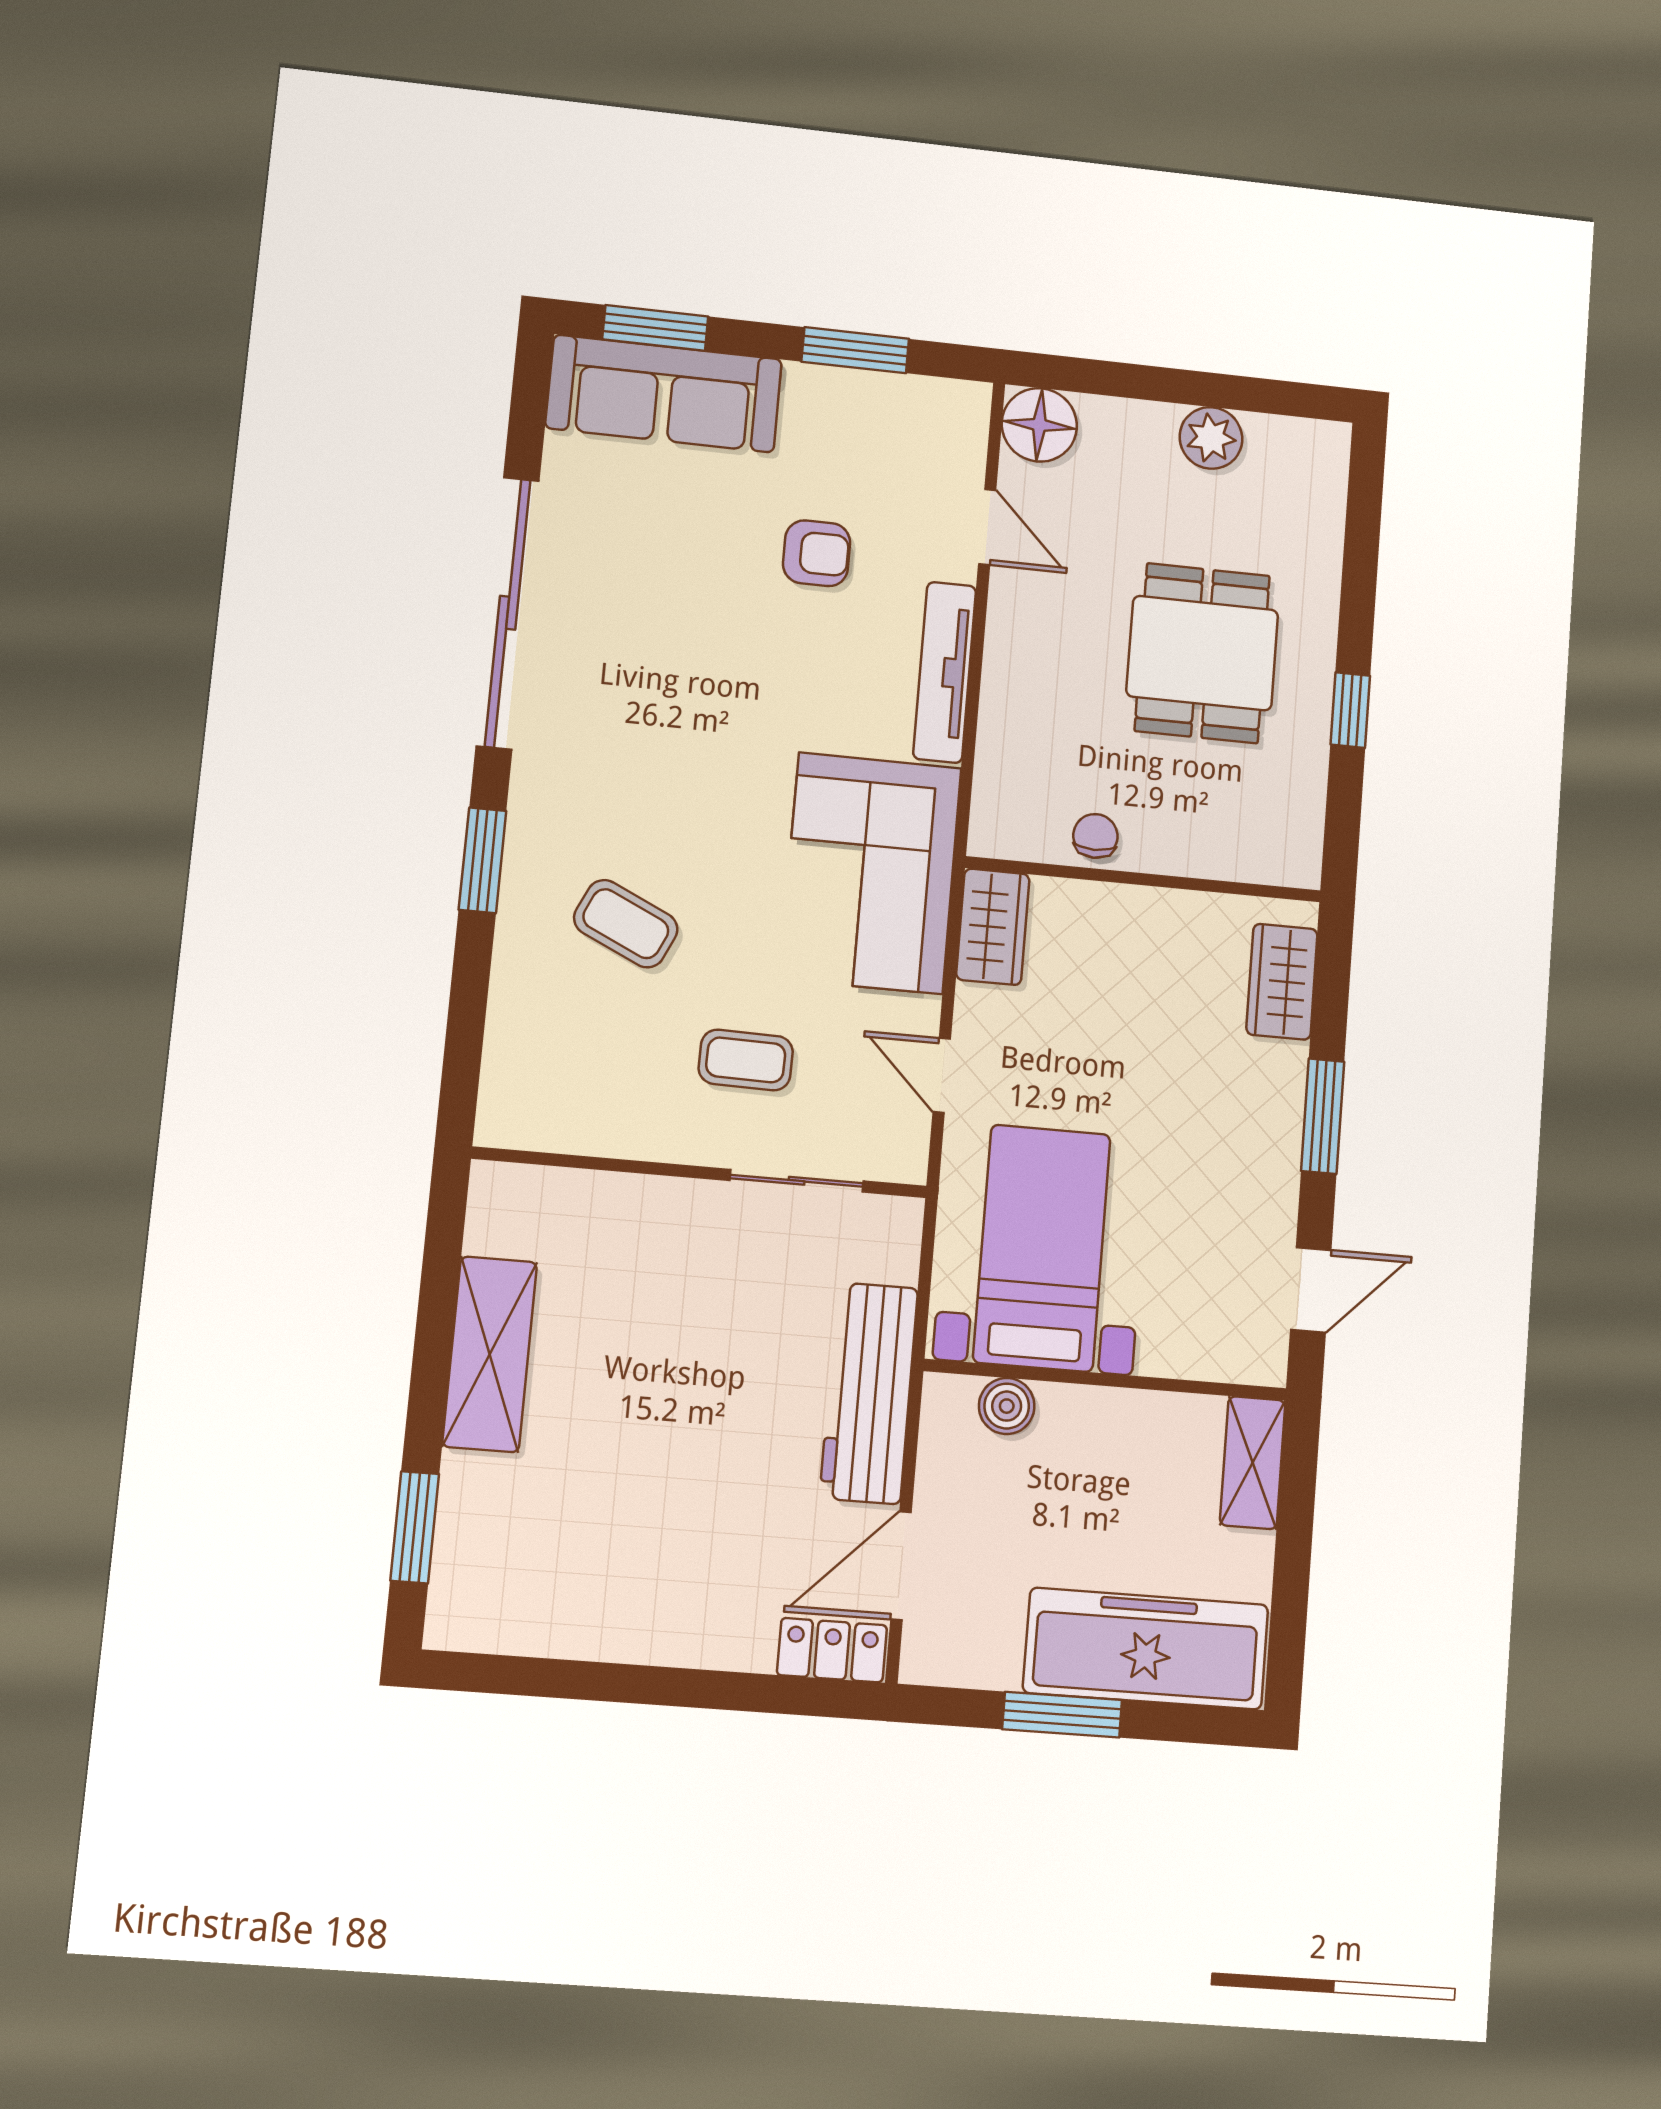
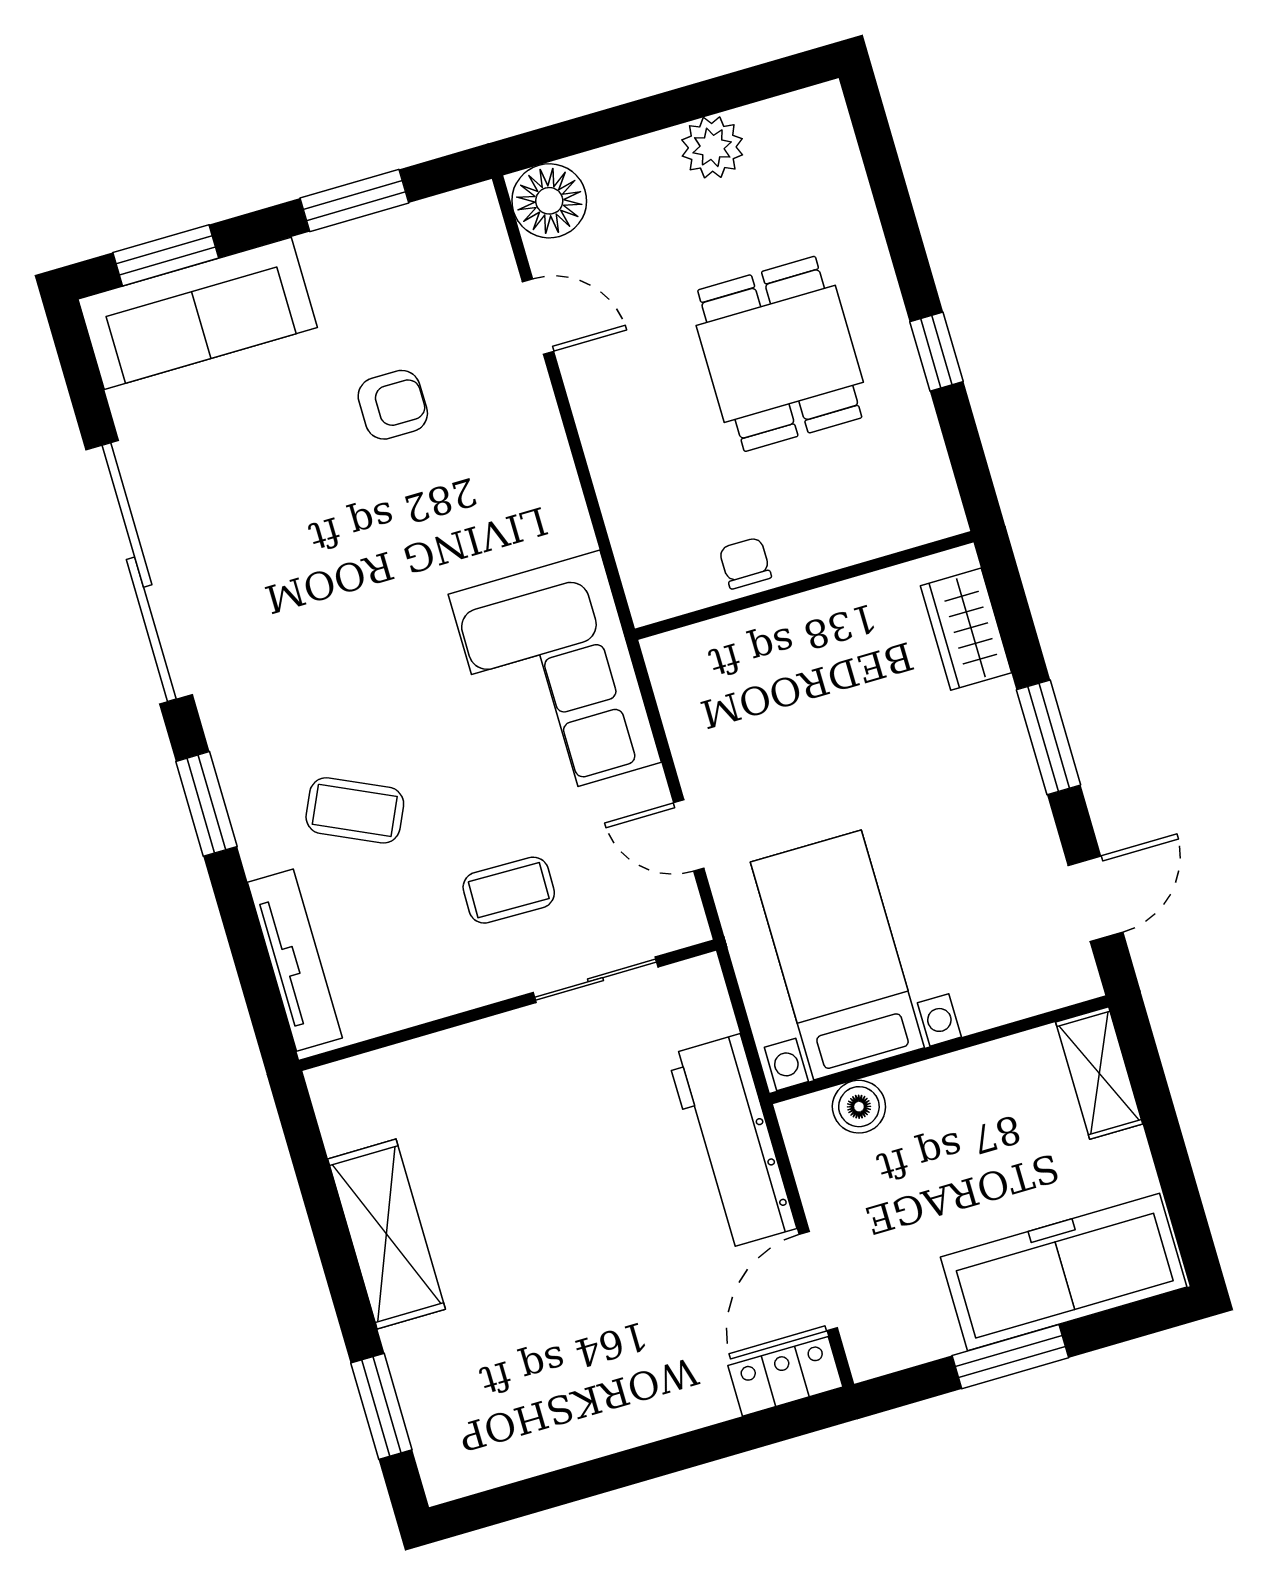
tv unit: (945, 672) -> (295, 960), moved, turned 180
wardrobe: (993, 927) -> (684, 683), removed

